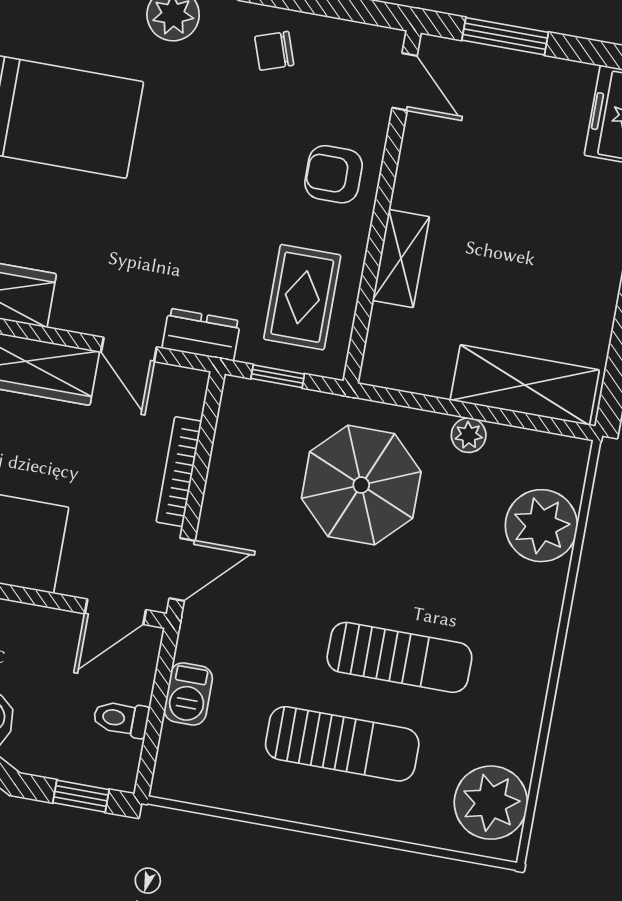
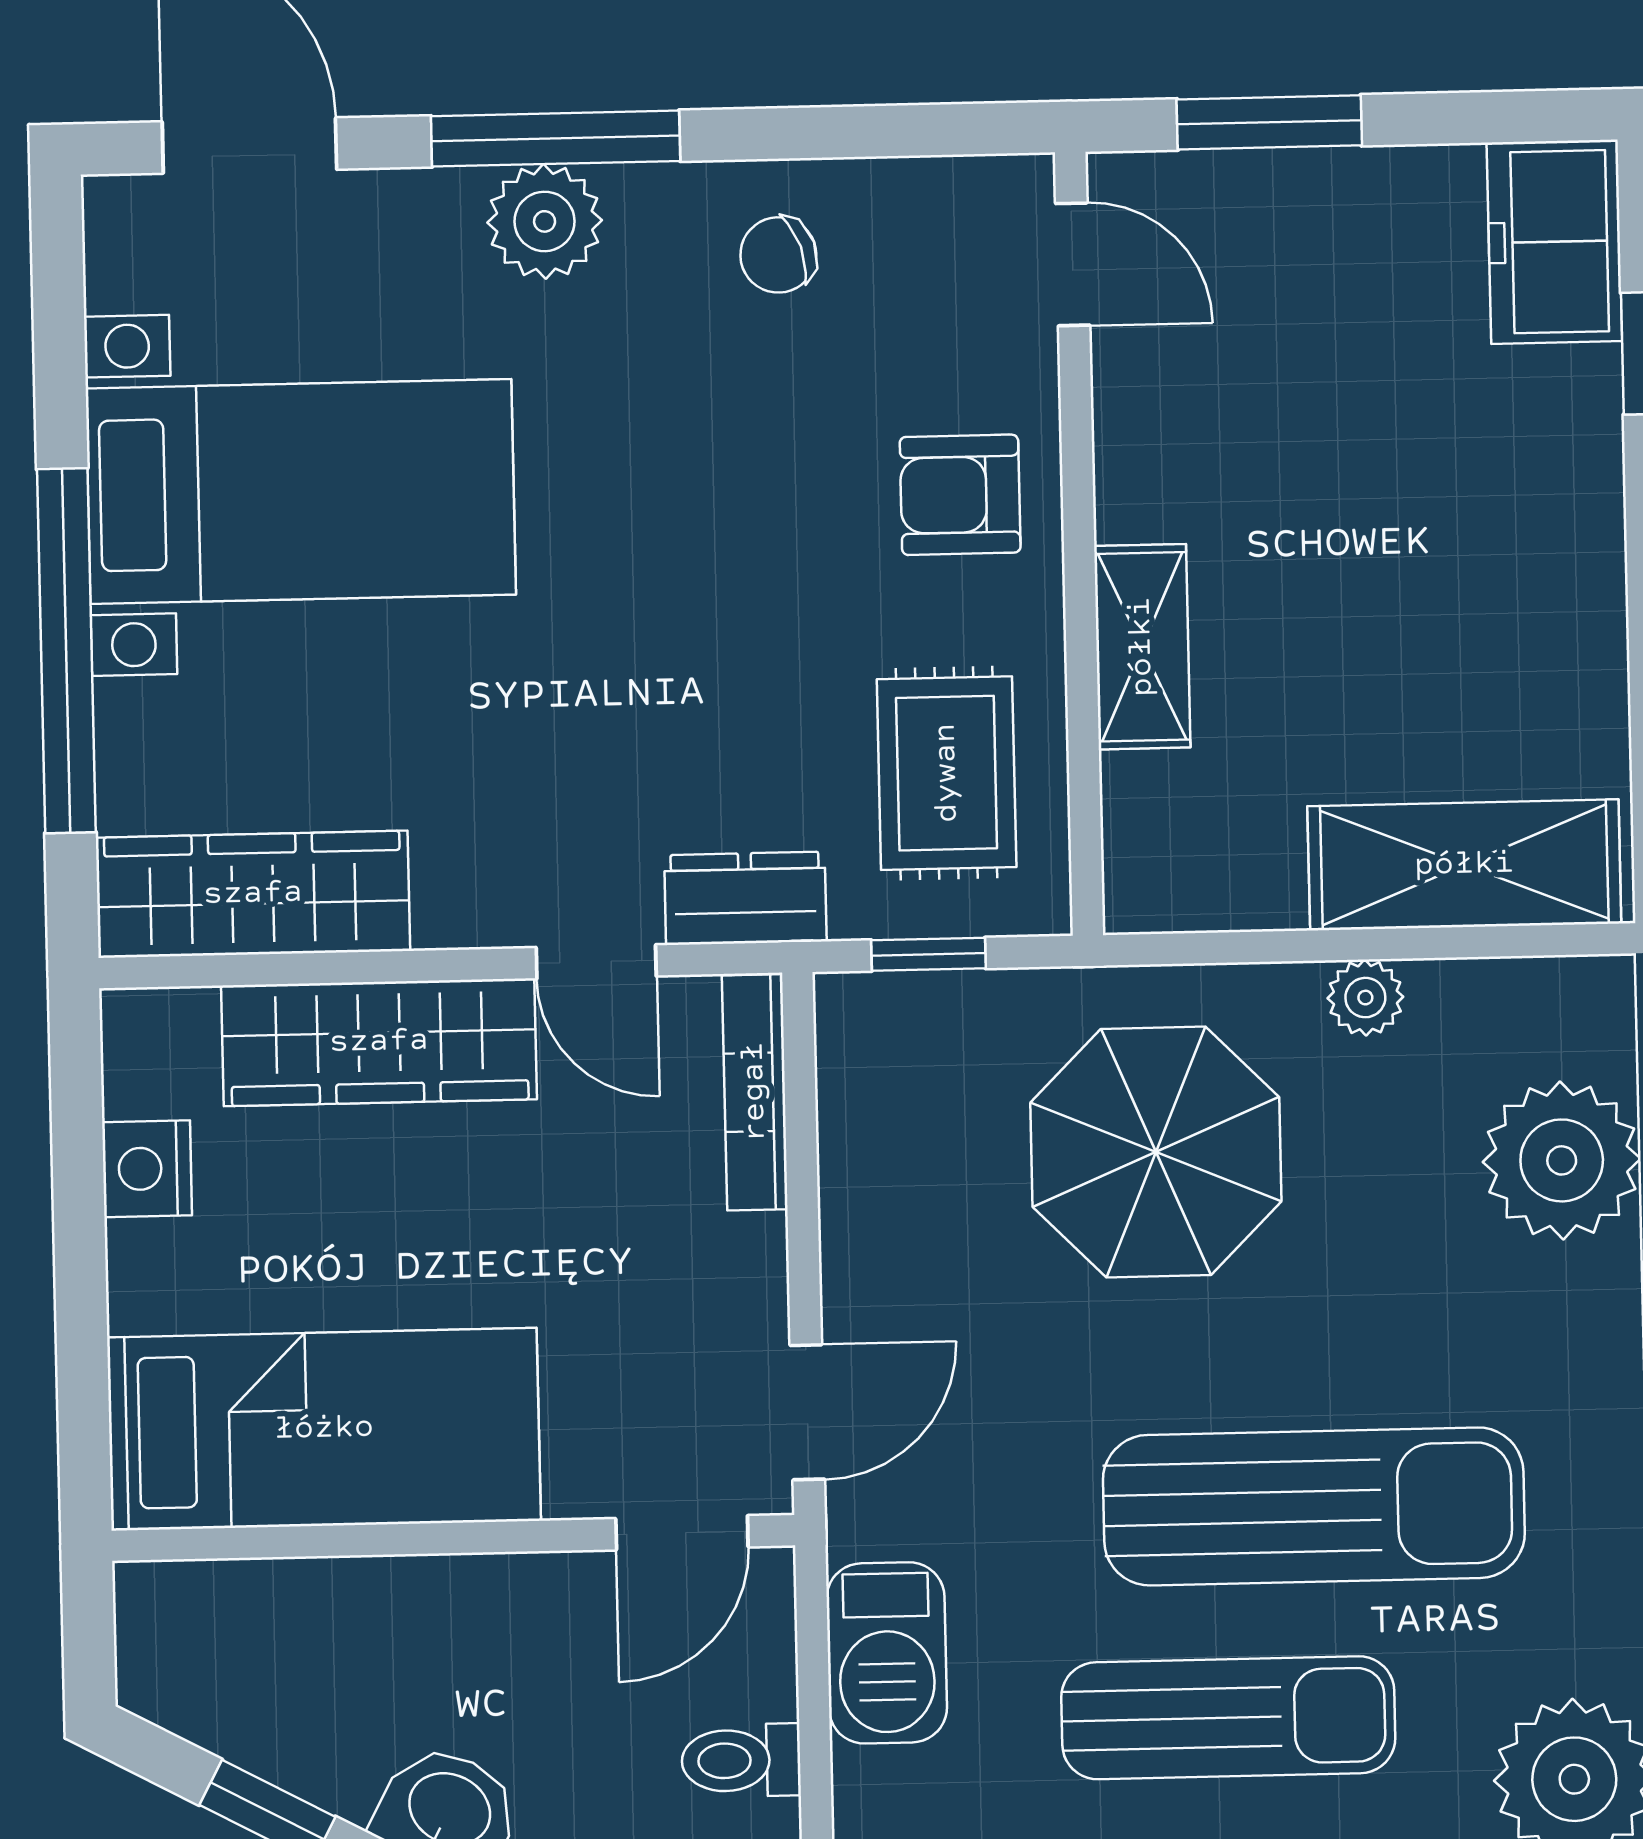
bookcase: (179, 472) -> (755, 1092), moved
sun lounger: (399, 657) -> (1314, 1506), width x1.36, depth x1.34
barbecue: (188, 694) -> (887, 1653), width x1.38, depth x1.27

